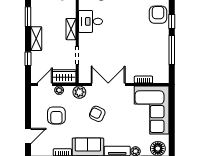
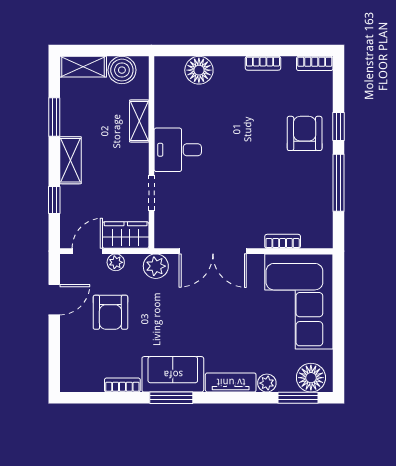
armchair: (158, 15) -> (305, 133), moved
desk: (90, 21) -> (178, 150), moved
shelving: (71, 29) -> (139, 121), moved
double door: (108, 85) -> (213, 251), swing flipped
armchair: (97, 114) -> (191, 309), removed
door: (28, 136) -> (54, 300), moved

